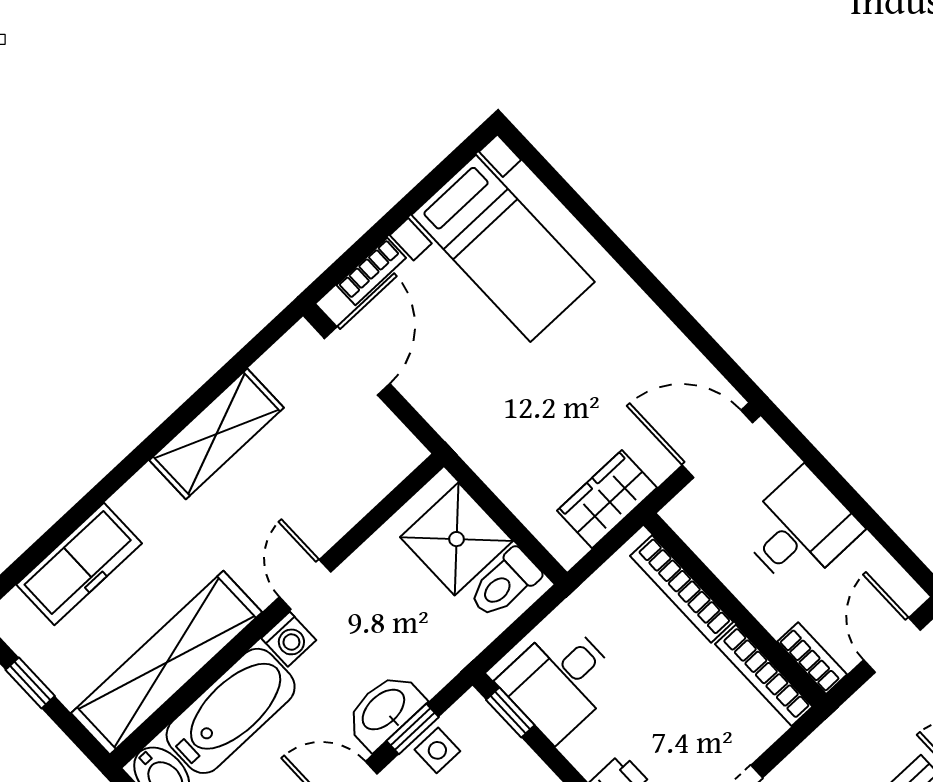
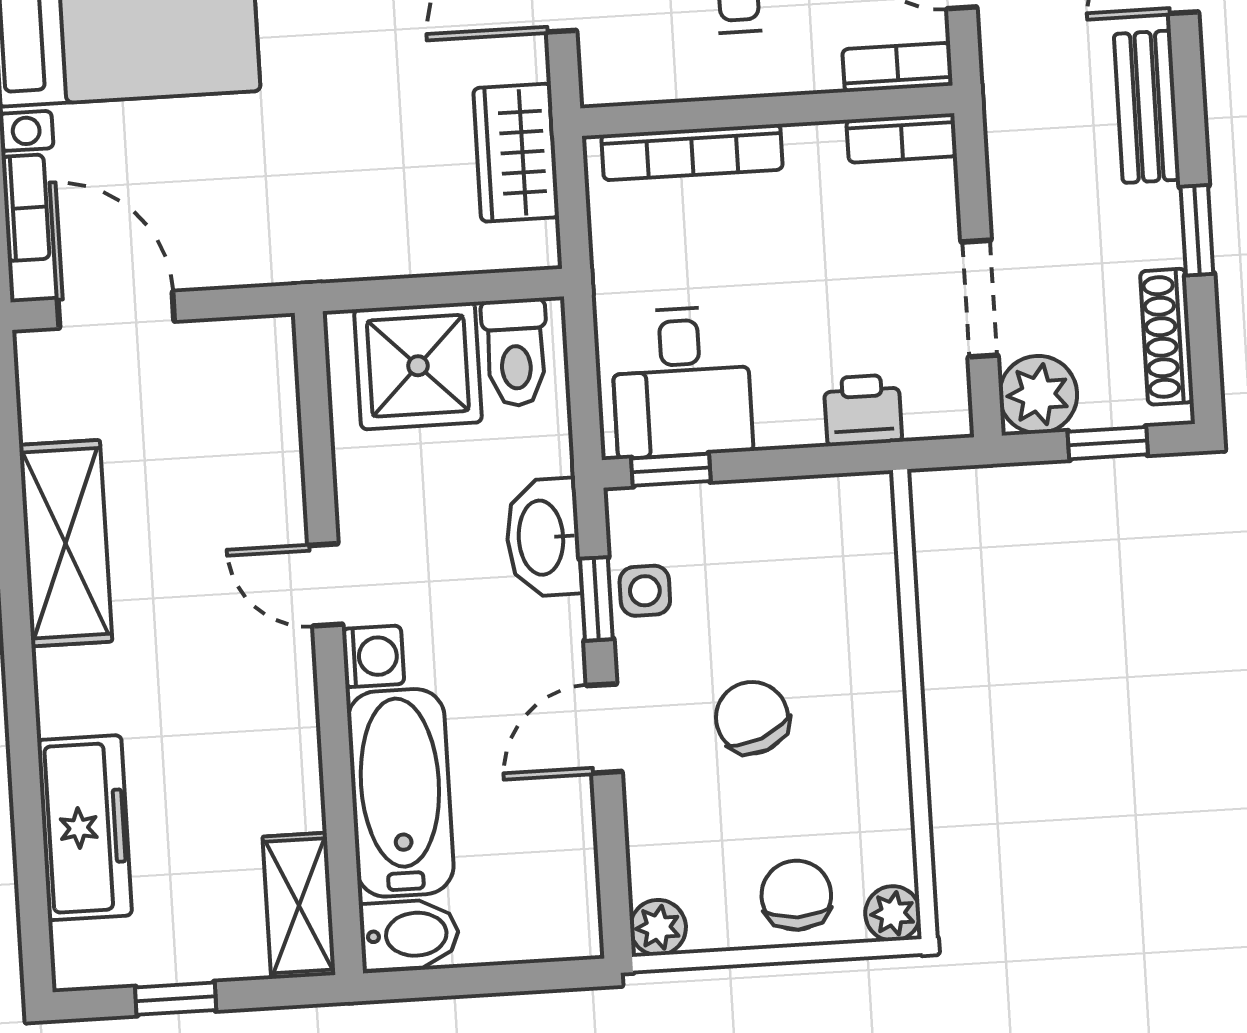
shelving: (167, 663) -> (299, 906), width x0.45, depth x0.75
bookcase: (764, 675) -> (902, 138), width x0.64
washbasin: (384, 711) -> (543, 538), moved

